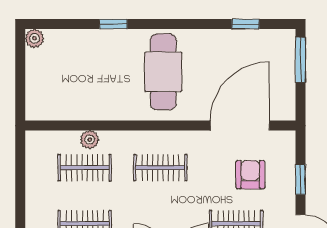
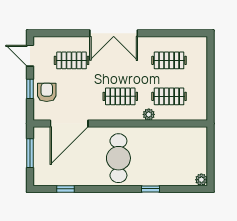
window: (300, 60) -> (30, 153), moved
plant: (90, 140) -> (149, 114), moved
armchair: (250, 175) -> (47, 92), moved, turned 180

